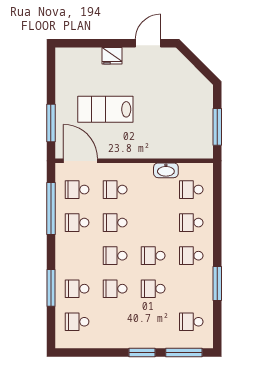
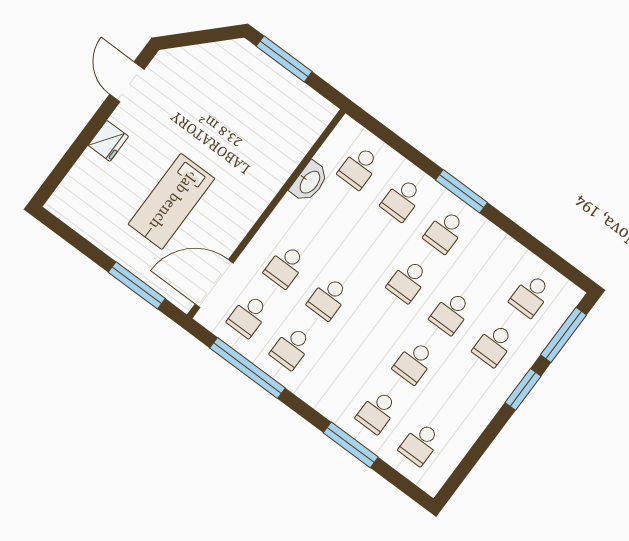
window: (217, 127) -> (284, 59), moved
school desk: (115, 256) -> (494, 345), moved
window: (217, 284) -> (461, 191), moved

